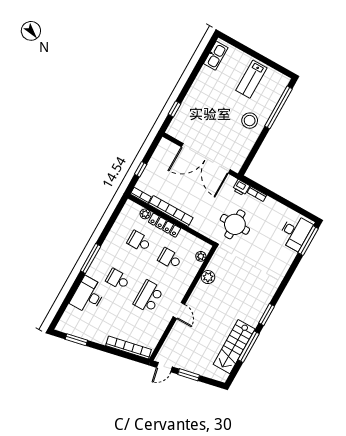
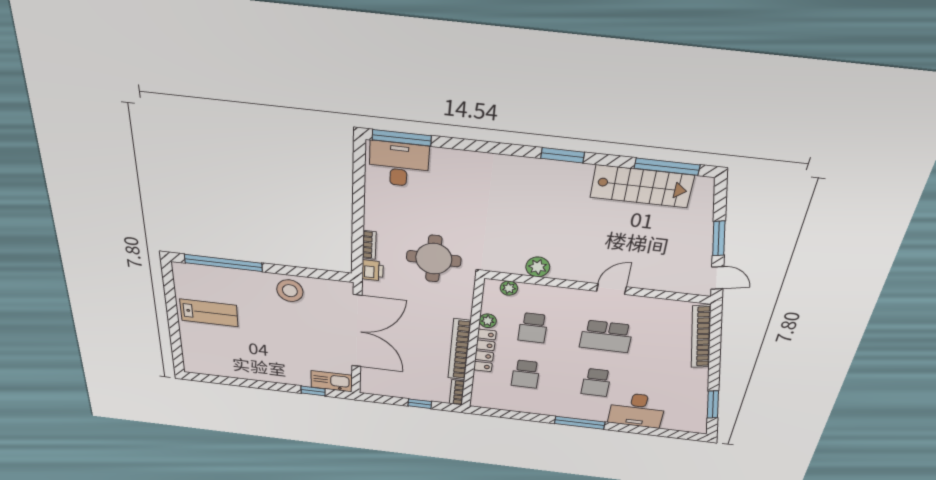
kitchen sink: (216, 56) -> (332, 381), moved
stool: (250, 121) -> (290, 291), moved
plant: (145, 214) -> (488, 321), moved
window: (249, 347) -> (667, 167), moved

